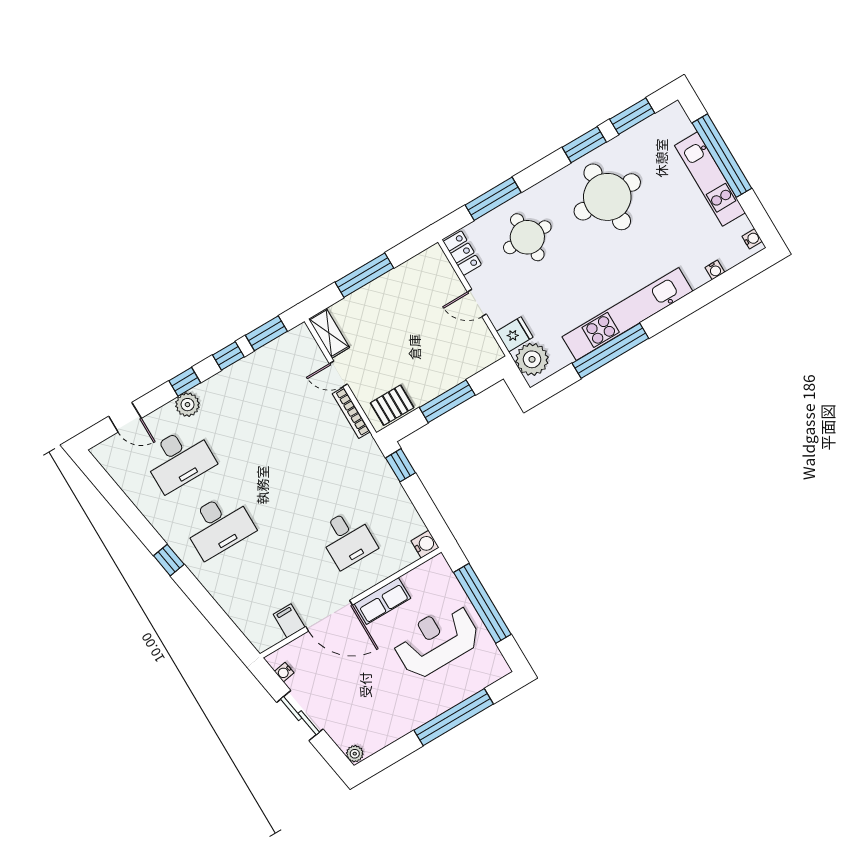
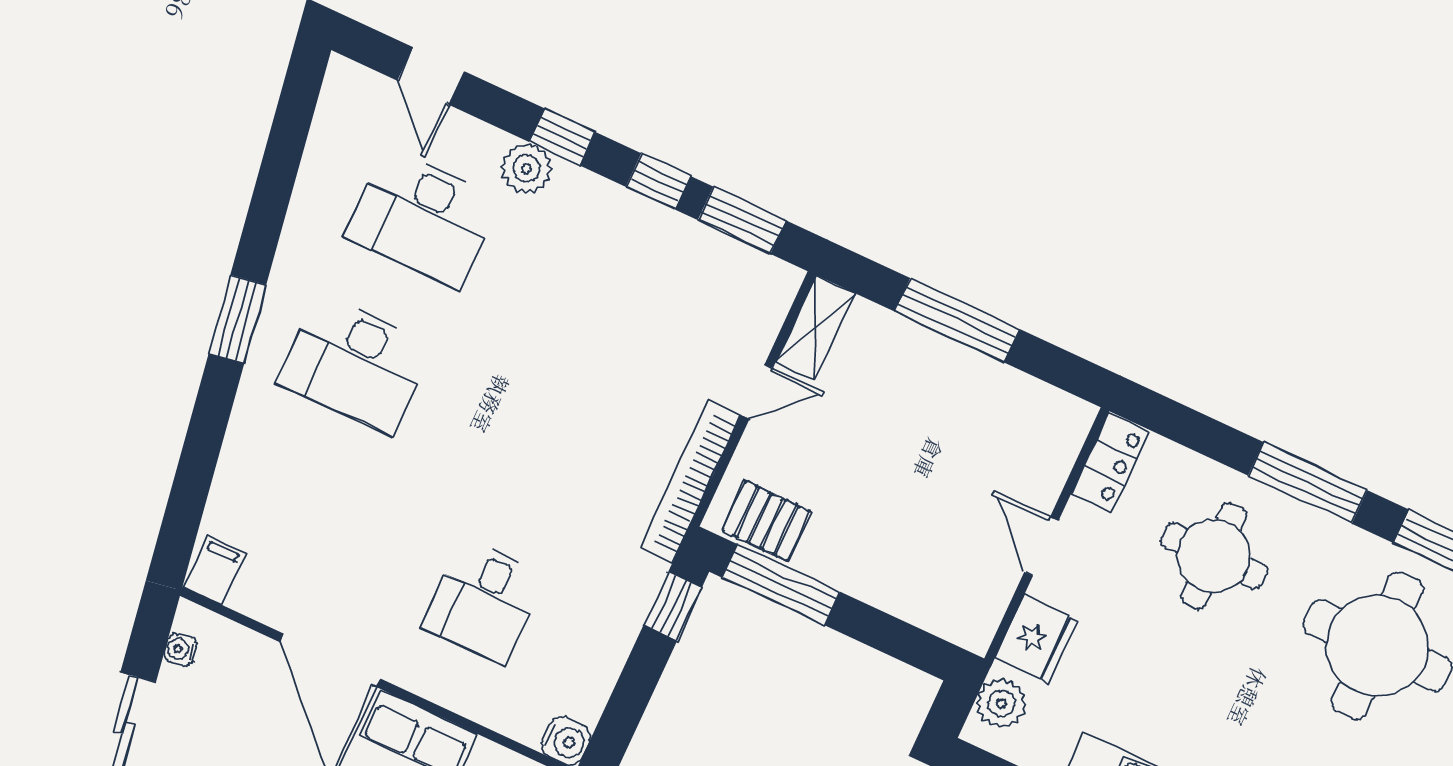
window: (493, 199) -> (1308, 483), moved
fridge: (515, 334) -> (1036, 640), width x1.38
plant: (532, 359) -> (1001, 704), width x0.73, depth x0.73
door: (338, 374) -> (757, 392), swing flipped
window: (447, 401) -> (781, 585), moved
bookcase: (351, 413) -> (690, 481), width x1.48, depth x1.31
window: (169, 560) -> (237, 319), width x1.50
filing cabinet: (289, 621) -> (215, 570), moved

